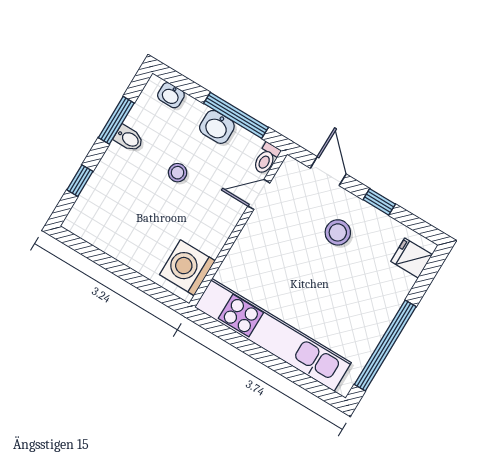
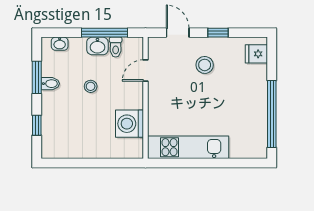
toilet: (266, 159) -> (116, 47), moved
washing machine: (187, 268) -> (130, 124), moved
kitchen unit: (273, 335) -> (188, 147), width x0.73

